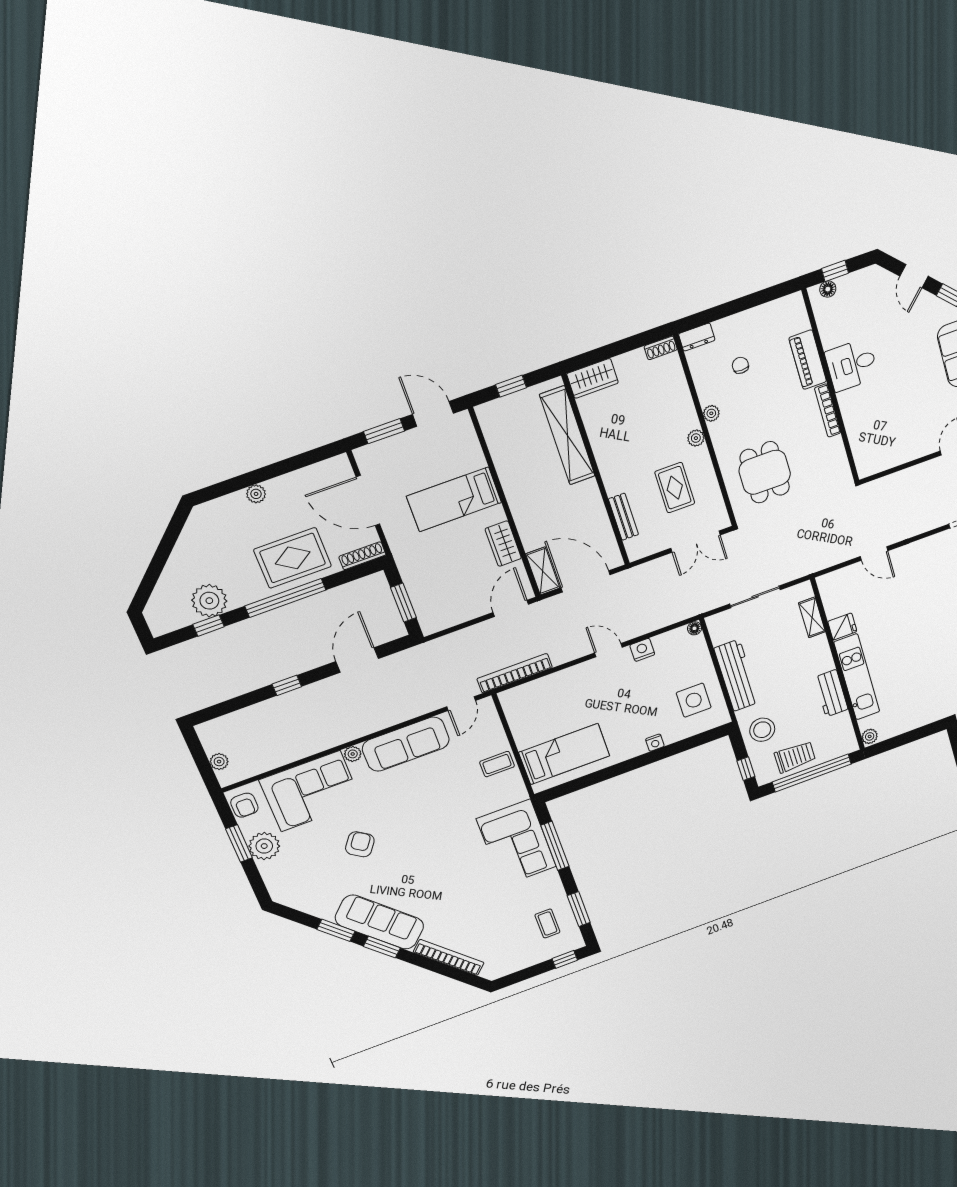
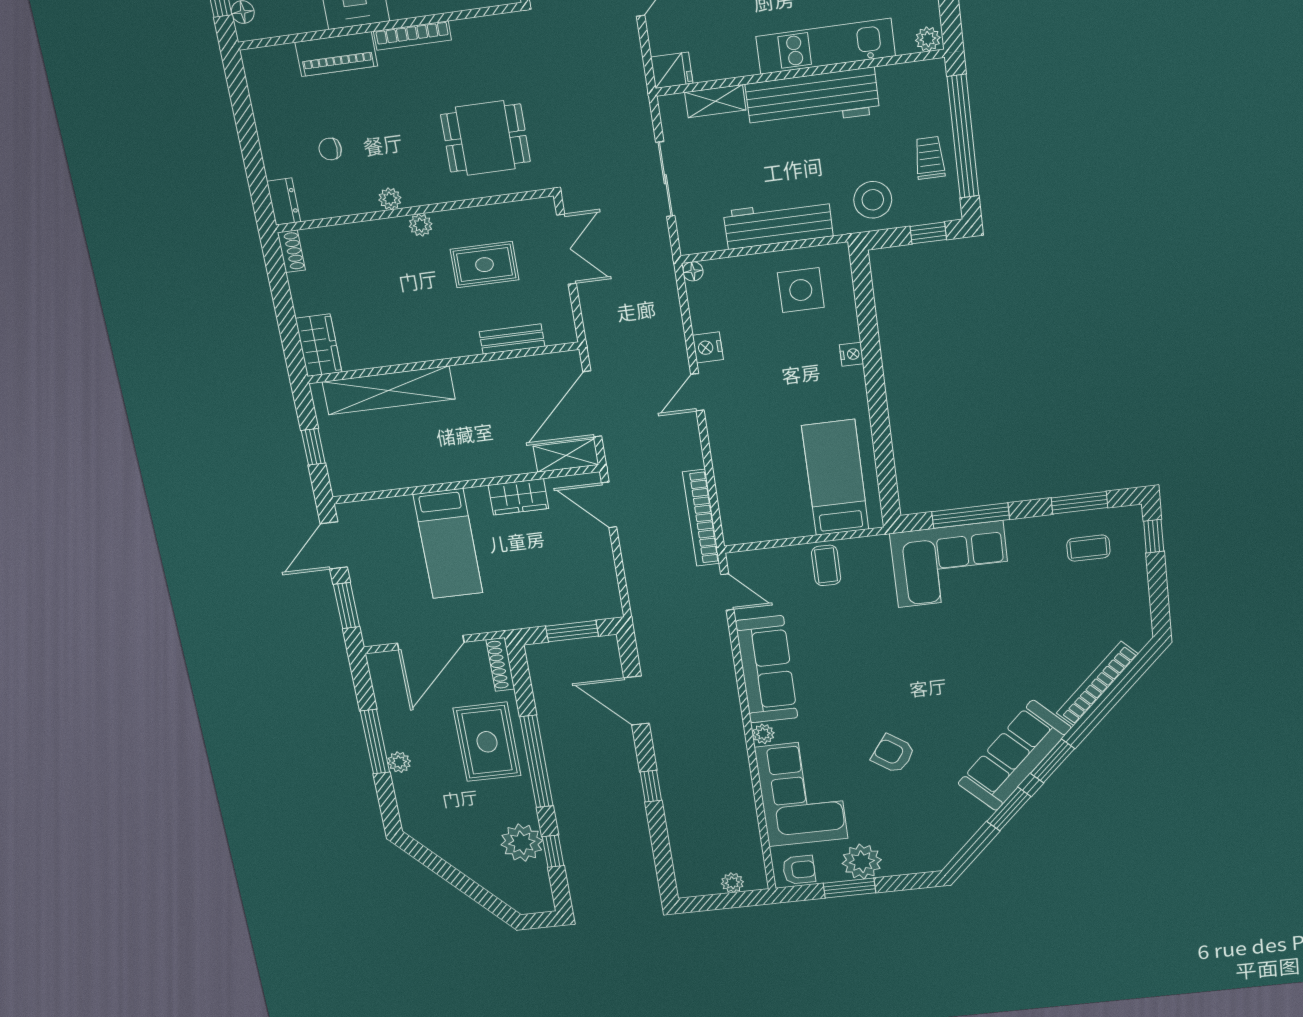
window: (269, 472) -> (375, 742), added
fridge: (842, 626) -> (672, 70), moved, turned 90
workbench: (831, 693) -> (812, 99), width x1.88, depth x1.32
trolley: (795, 757) -> (930, 158), width x0.73, depth x0.72

